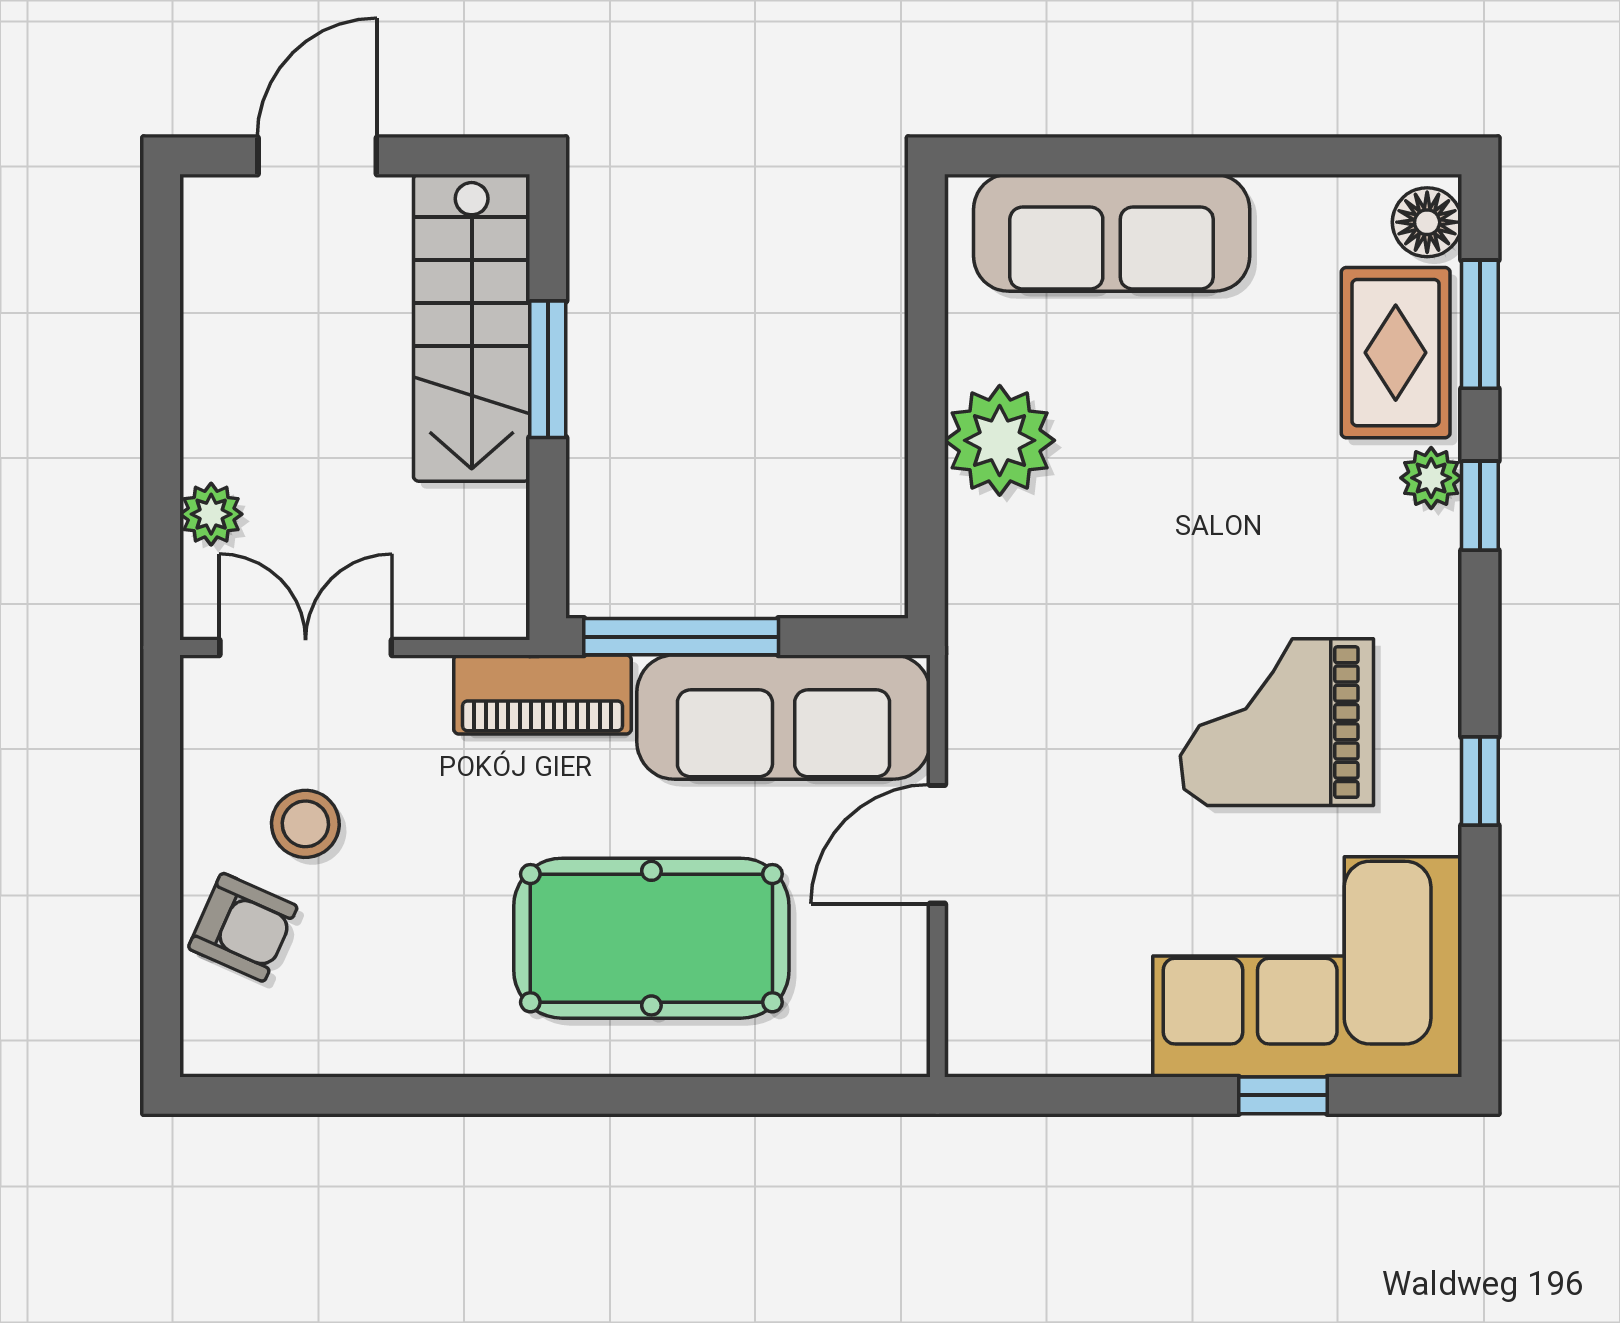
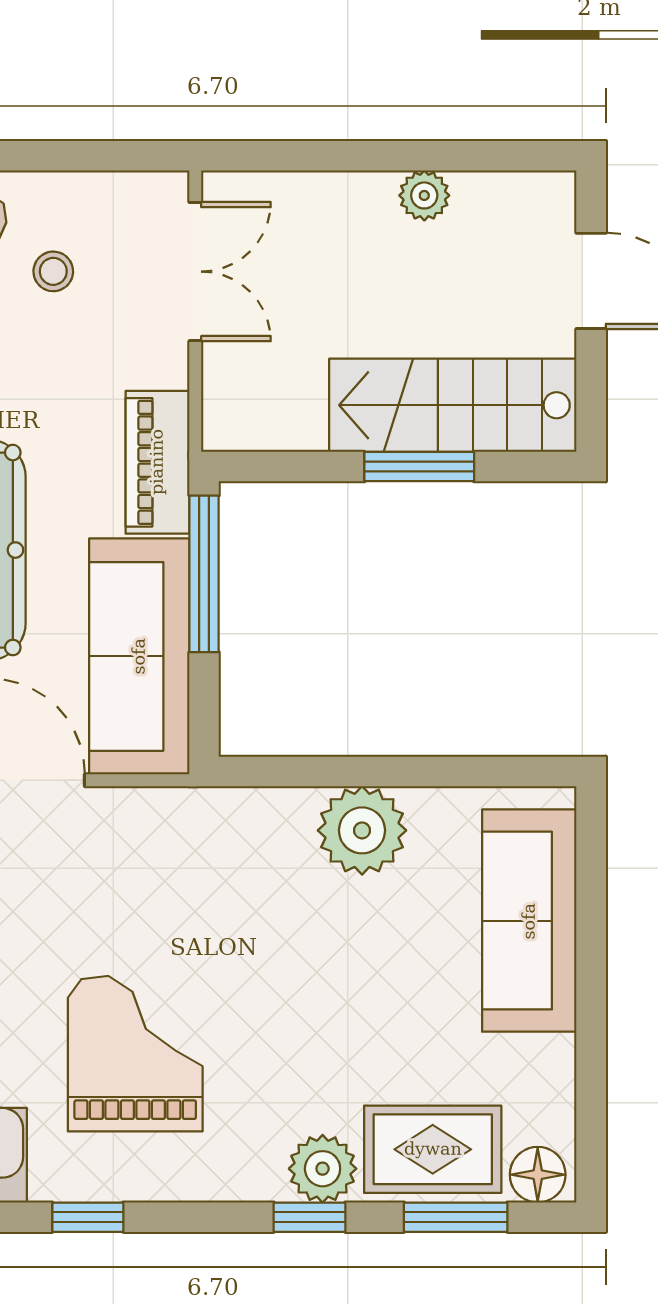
plant: (1431, 478) -> (323, 1169), width x1.38, depth x1.38
plant: (211, 514) -> (424, 195), moved
stool: (305, 824) -> (53, 271), width x0.73, depth x0.73

